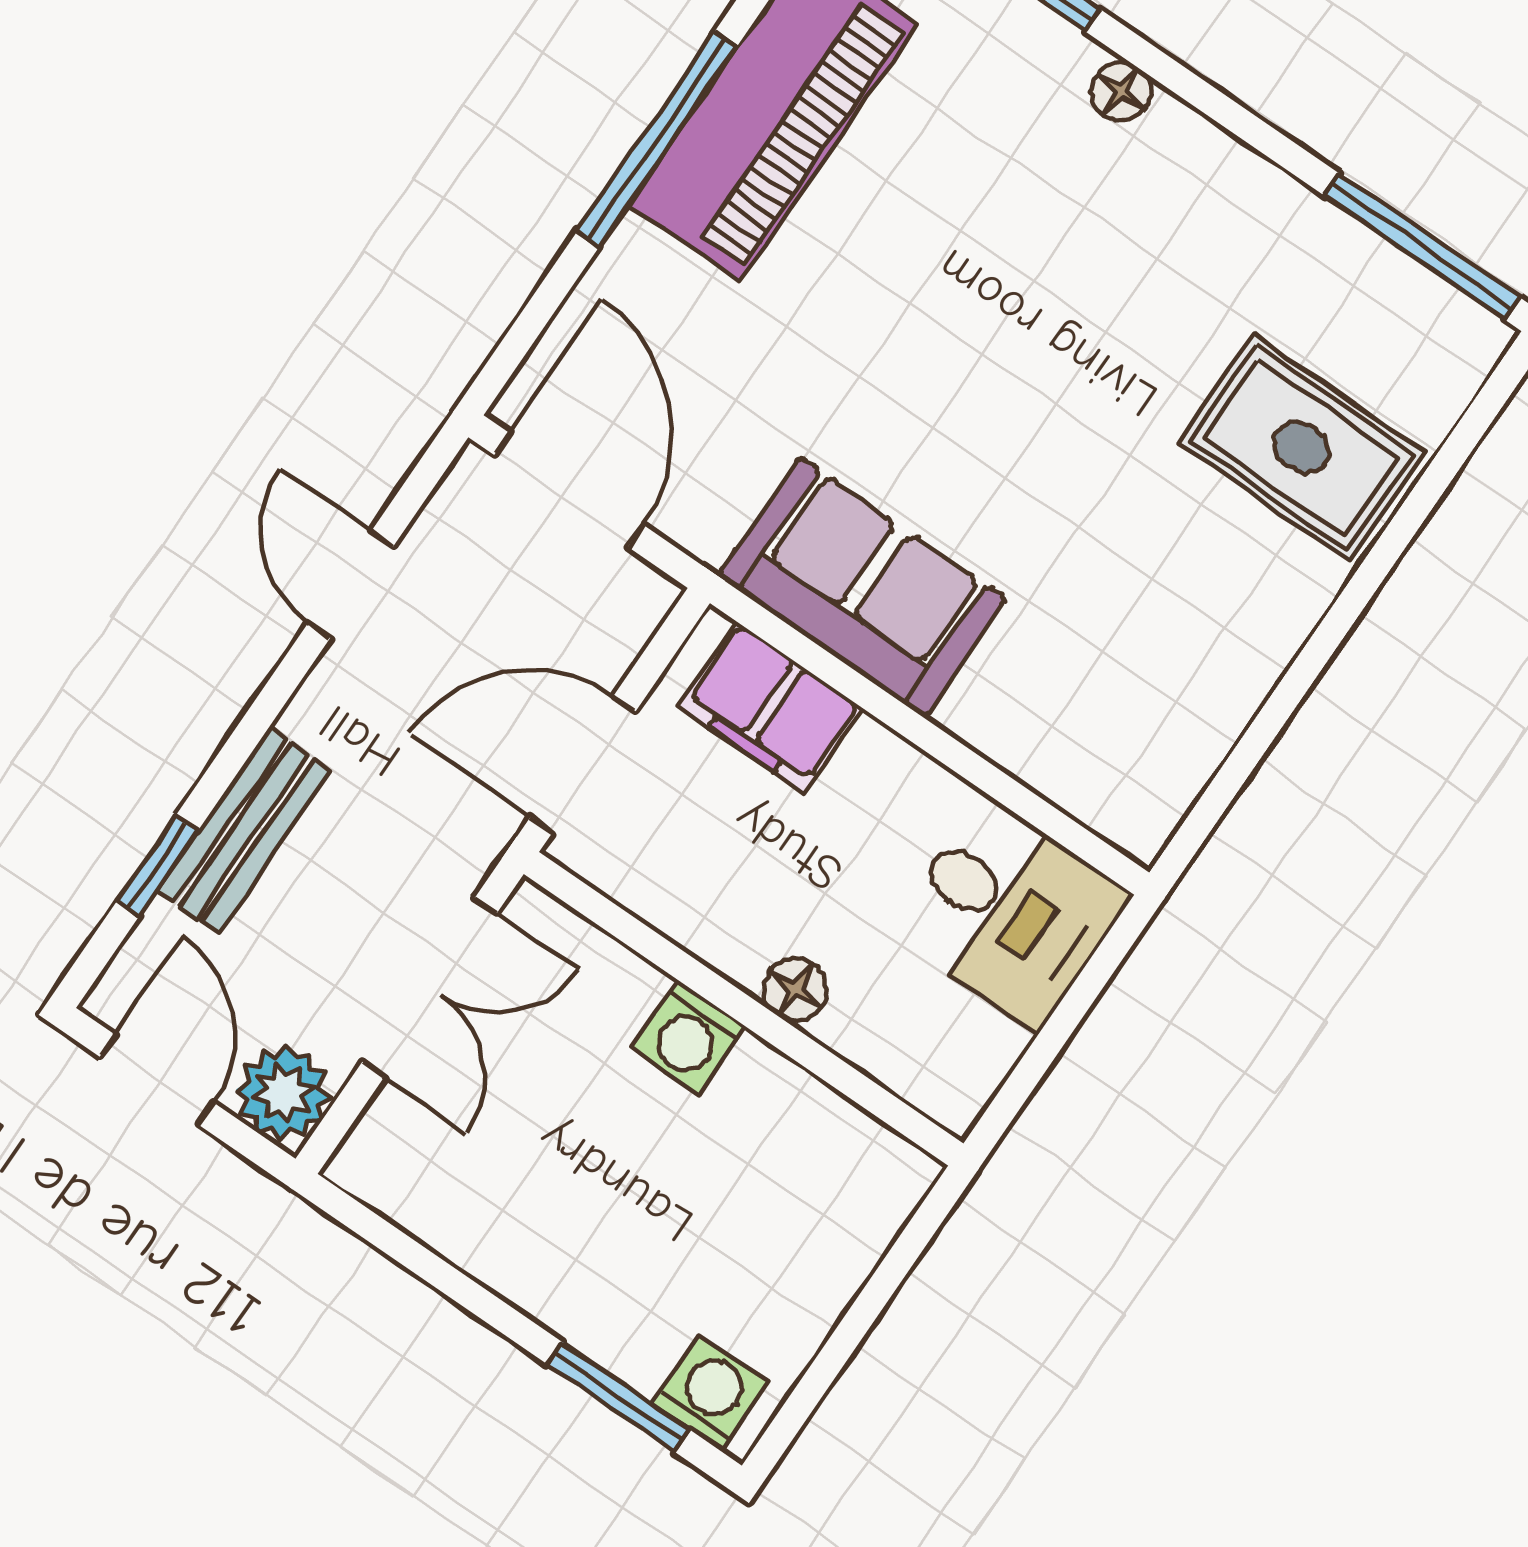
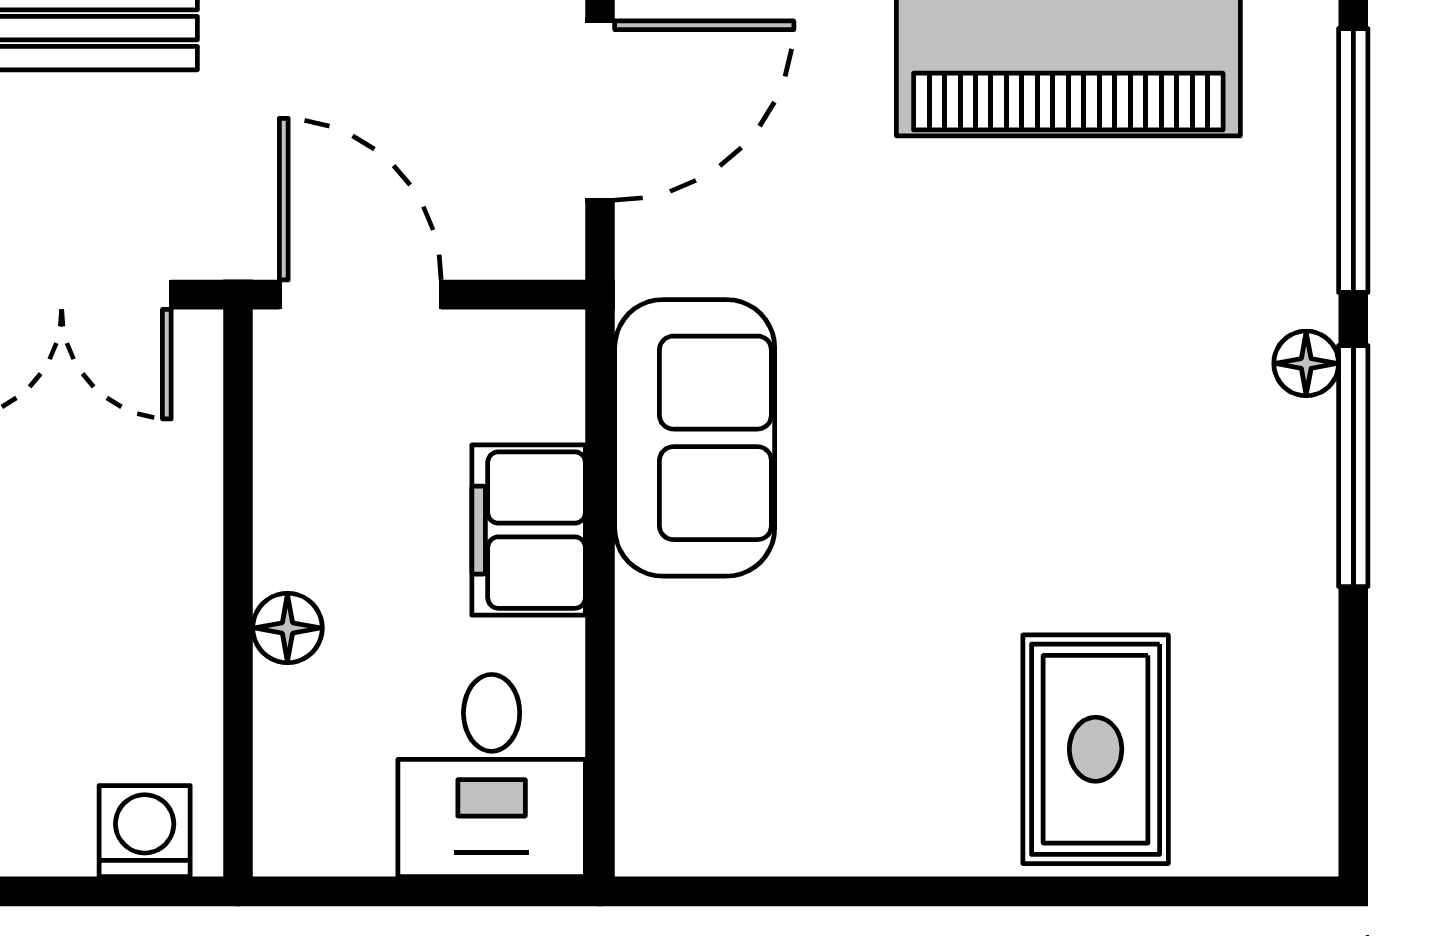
window: (1422, 246) -> (1353, 466), moved
filing cabinet: (770, 707) -> (529, 530), moved
washing machine: (689, 1038) -> (145, 831), moved, turned 90

